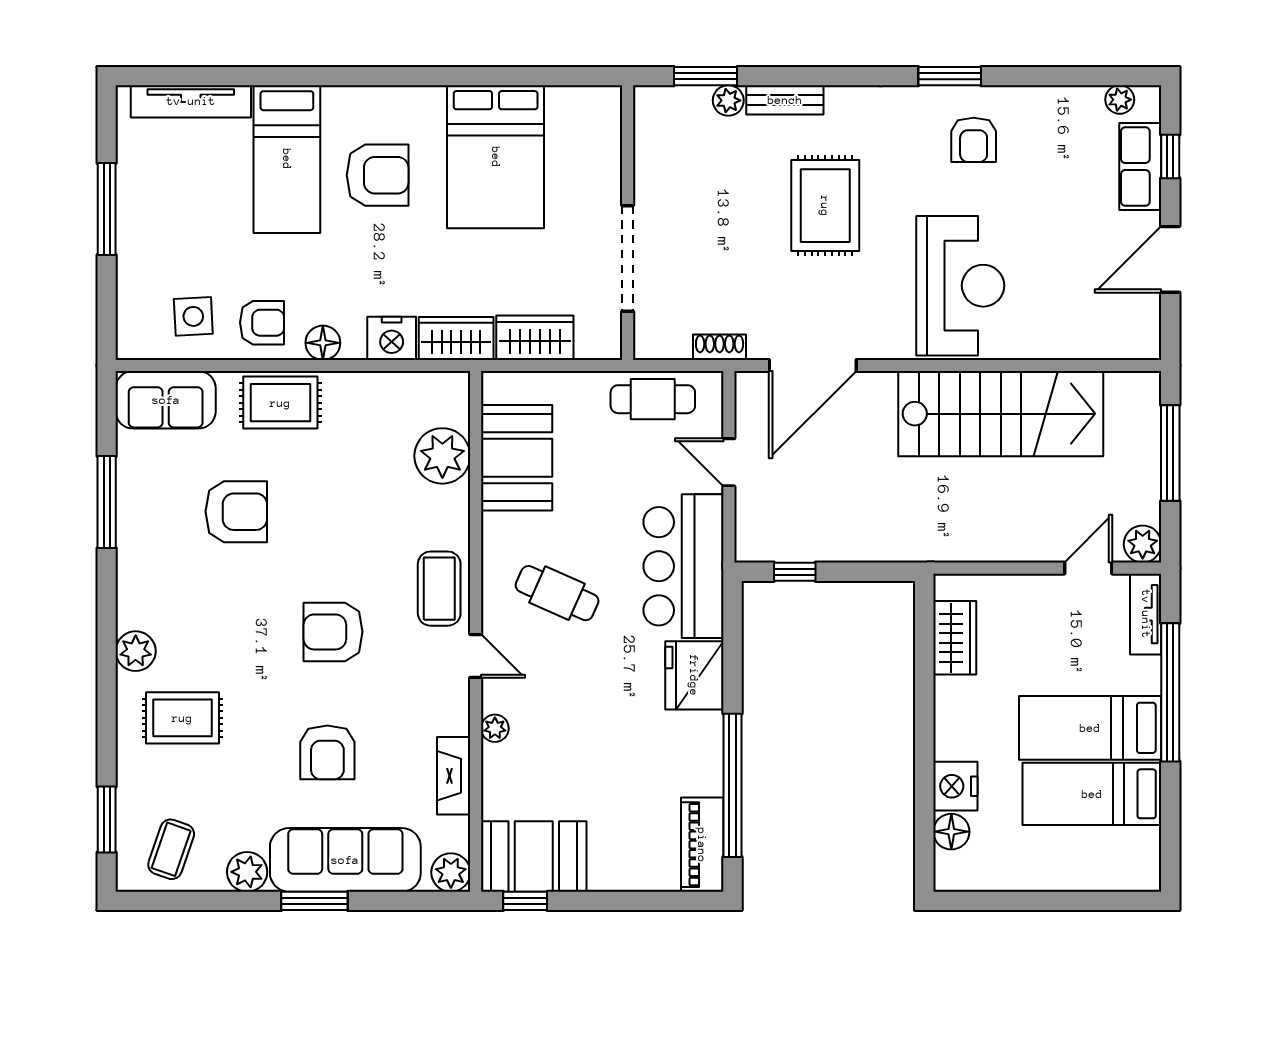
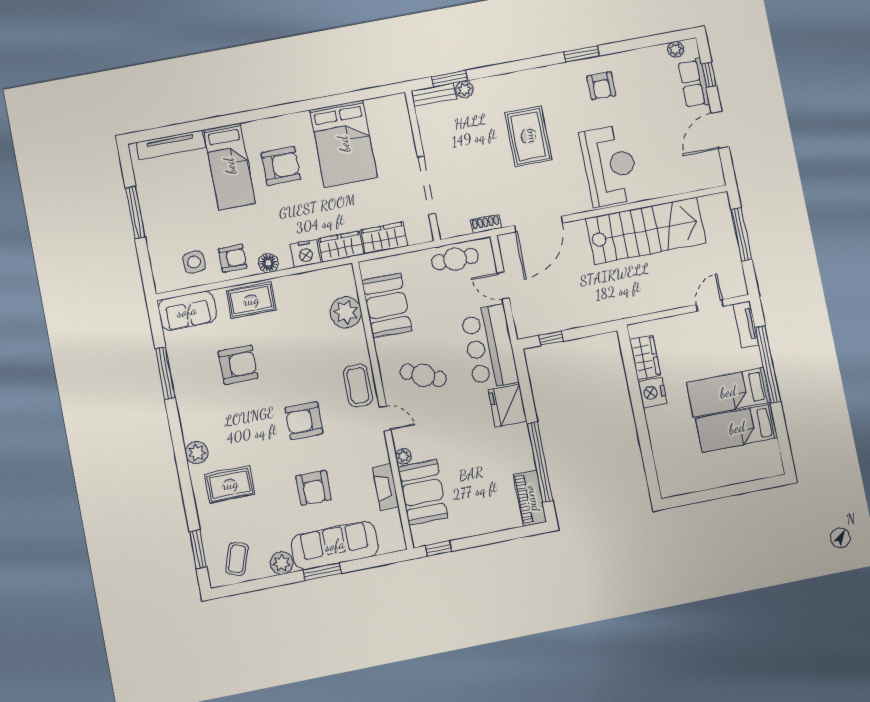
bench: (785, 100) -> (434, 95), moved
plant: (1143, 544) -> (736, 287), removed
nightstand: (955, 786) -> (652, 393), moved
floor lamp: (951, 832) -> (664, 464), removed
booth: (534, 857) -> (423, 492), moved, turned 90
plant: (451, 873) -> (394, 541), removed

